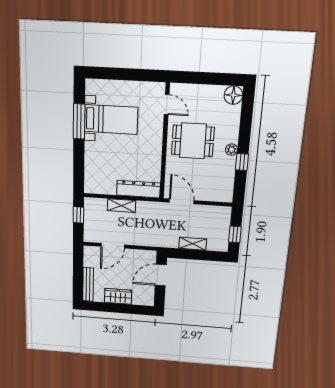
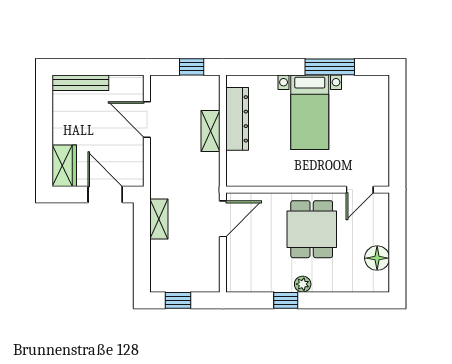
floor lamp: (233, 95) -> (377, 258), moved
bed with nightstands: (111, 119) -> (310, 112), moved
dresser: (138, 189) -> (237, 119), moved
shelving: (193, 244) -> (159, 219), moved
wardrobe: (118, 296) -> (64, 166), moved

